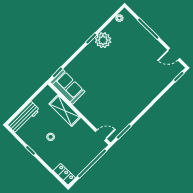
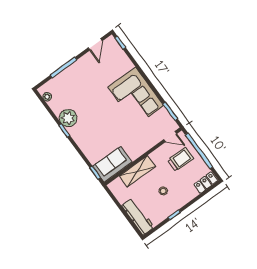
corner sofa: (132, 98) -> (136, 96), added
door: (101, 135) -> (170, 137), swing flipped
trolley: (82, 148) -> (181, 159), added

